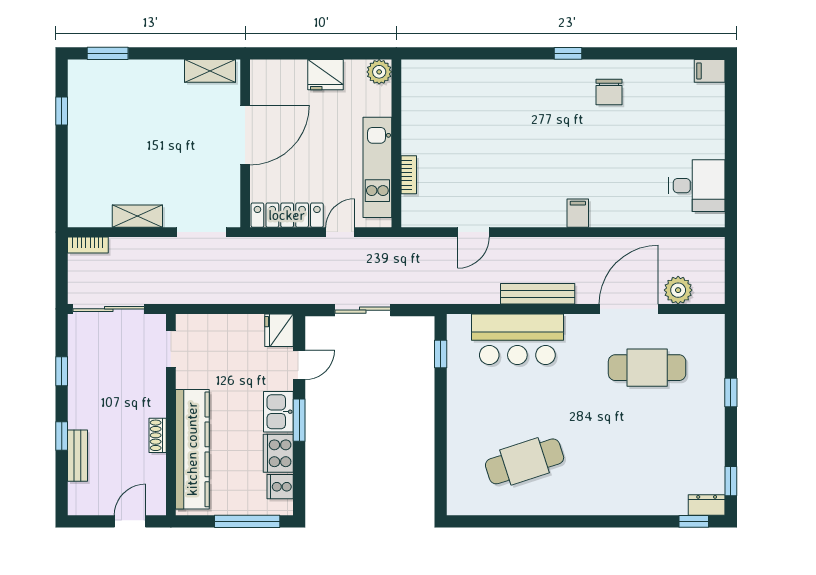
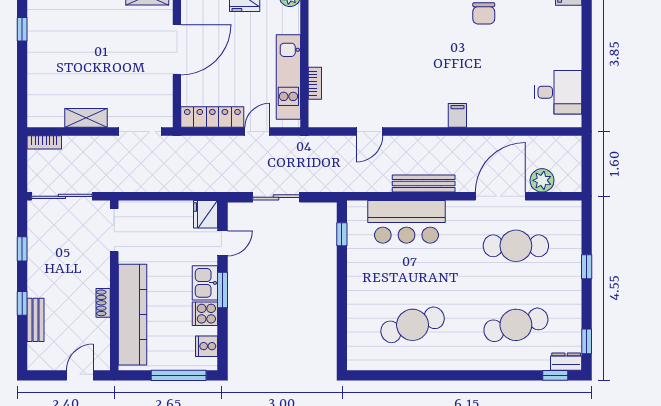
doorway: (171, 349) -> (114, 230), width x1.38
cooker: (278, 453) -> (205, 314), width x0.73
cafe table: (647, 461) -> (516, 325), added

